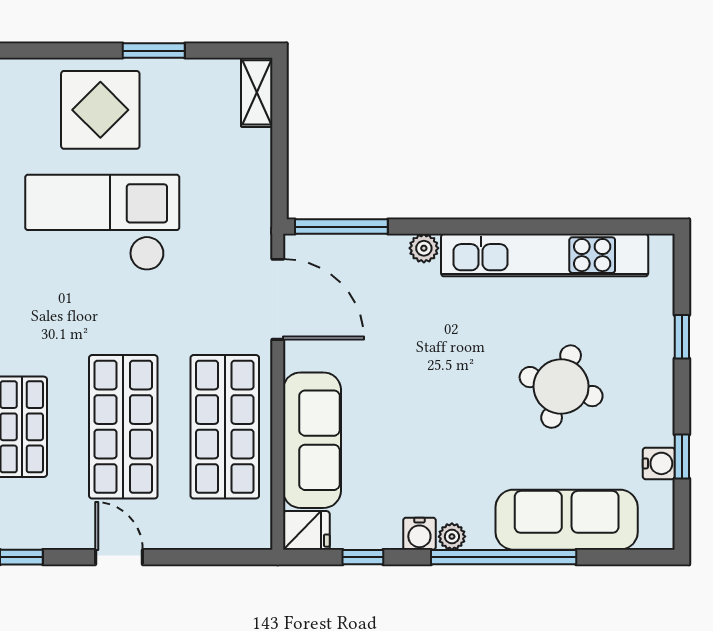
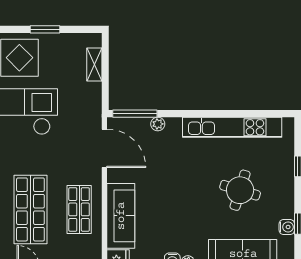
shelving: (257, 92) -> (94, 65), moved
plant: (424, 248) -> (158, 124), moved
shop shelf: (225, 427) -> (79, 209), width x0.70, depth x0.74

